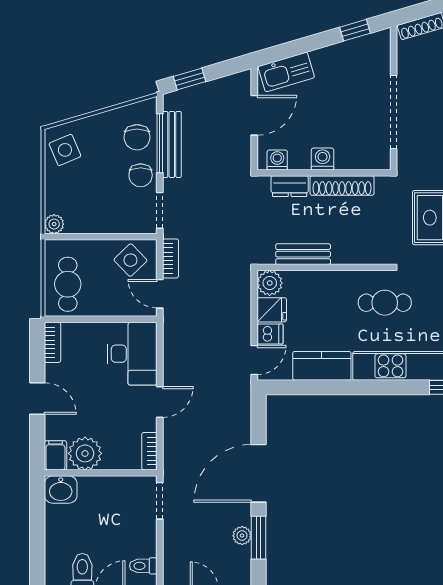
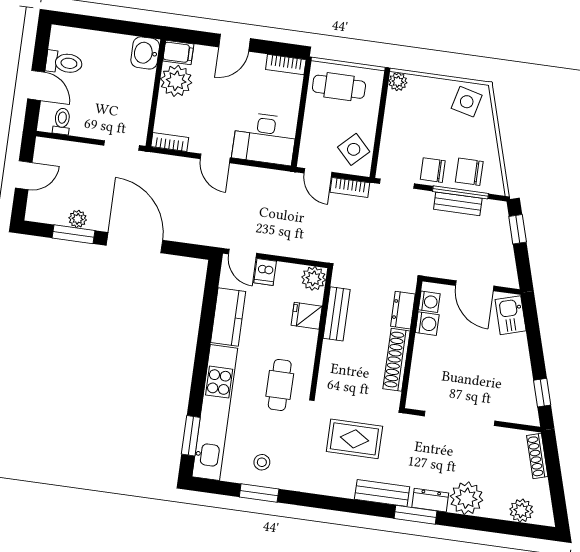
kitchen sink: (286, 72) -> (511, 315), width x0.73
bench: (172, 144) -> (458, 204), width x0.73
side table: (65, 150) -> (467, 102), turned 37
washing machine: (323, 159) -> (427, 324), moved
door: (160, 294) -> (318, 173), swing flipped
fridge: (272, 310) -> (307, 316), moved, turned 90

